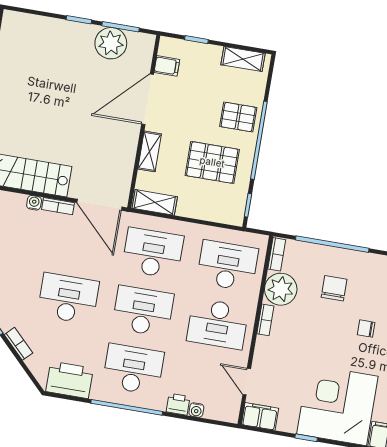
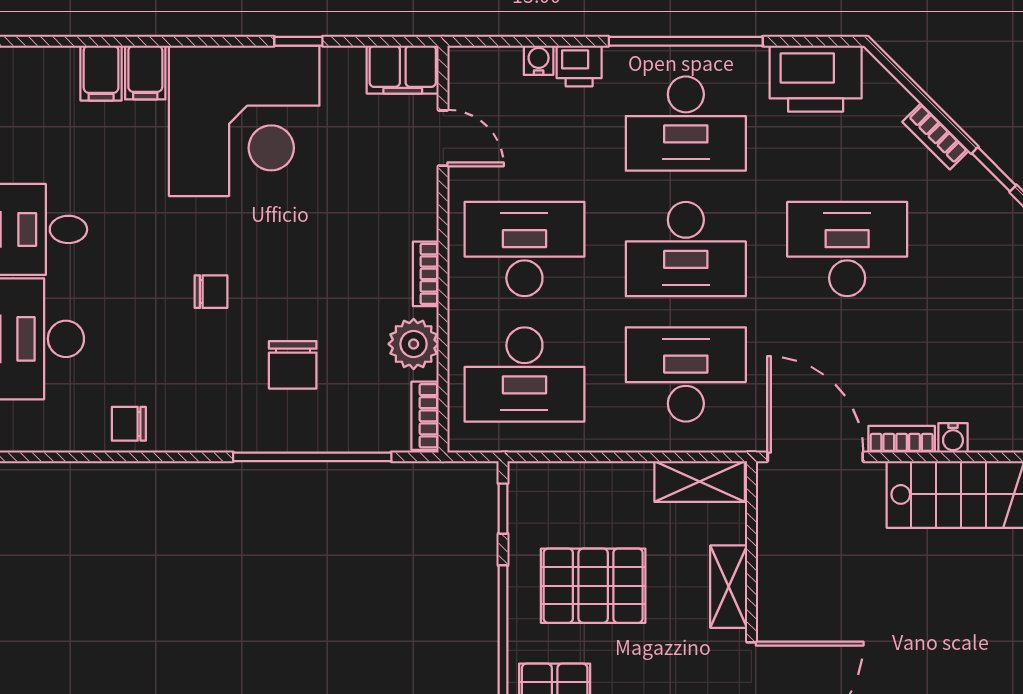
desk: (153, 253) -> (686, 374), turned 180
plant: (281, 289) -> (414, 344), width x0.73, depth x0.73
desk: (68, 298) -> (847, 249), turned 180

